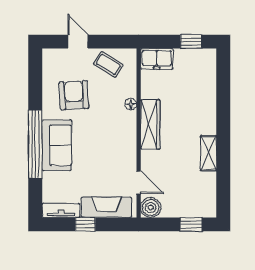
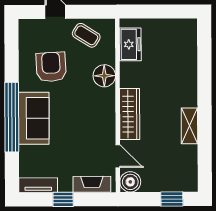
window: (191, 42) -> (171, 11), removed
freezer: (157, 59) -> (130, 44), moved, turned -90
floor lamp: (131, 104) -> (104, 76), width x1.89, depth x1.89
wardrobe: (150, 124) -> (130, 114), moved
fireplace: (106, 207) -> (92, 184), width x0.73, depth x0.76

